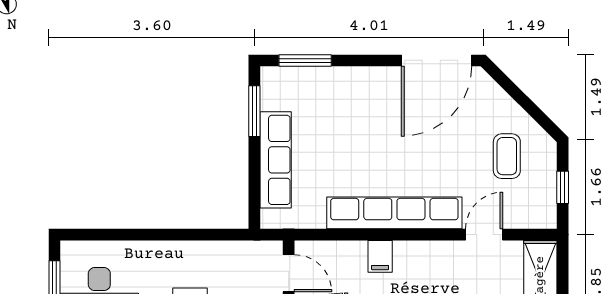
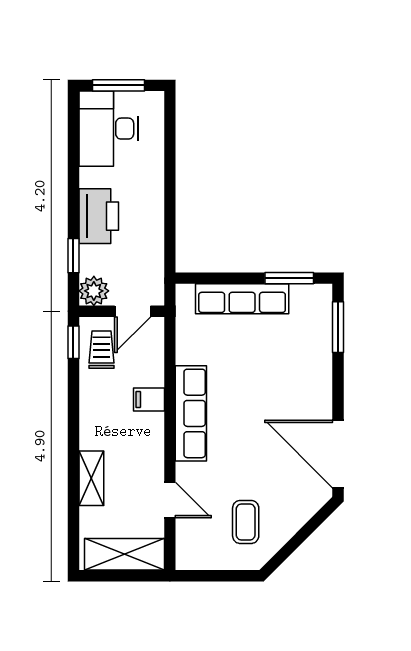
coffee table: (507, 156) -> (246, 522), turned 90
window: (563, 187) -> (216, 576), removed
row of seats: (394, 213) -> (191, 413), width x0.73

